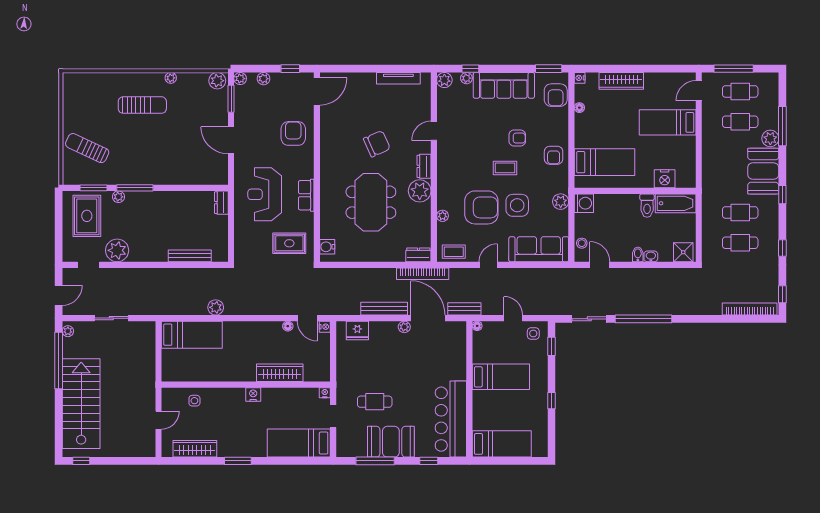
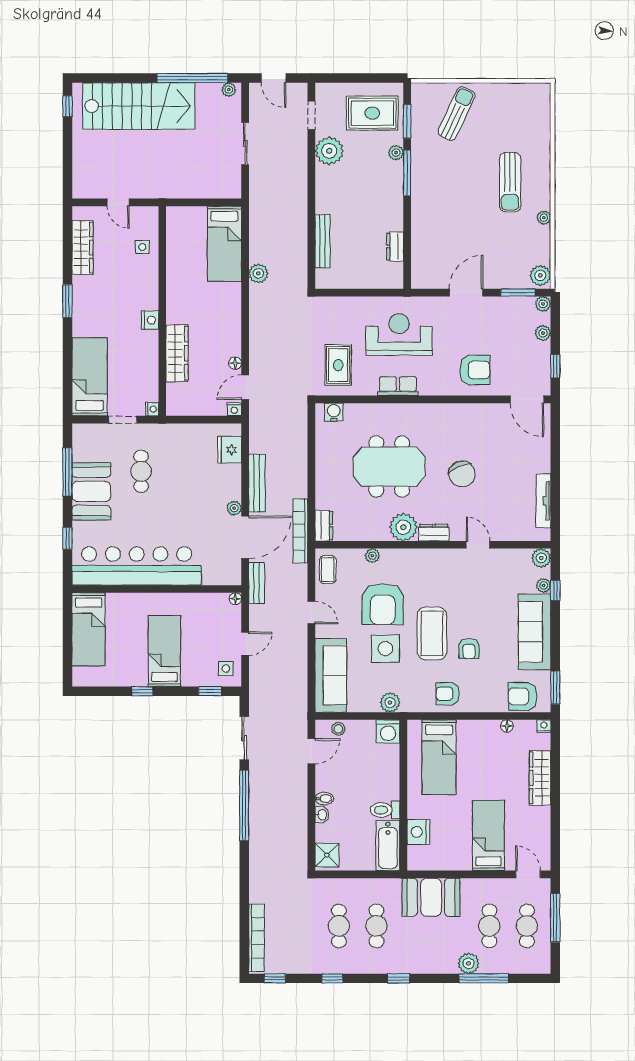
coffee table: (505, 168) -> (432, 633), width x1.86, depth x1.72
booth: (763, 171) -> (431, 897), moved
dresser: (221, 203) -> (395, 246), moved, turned -90
bed: (501, 377) -> (164, 651), moved, turned 180
bar counter: (451, 419) -> (137, 566), width x1.36

